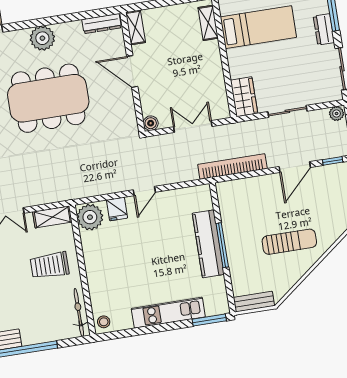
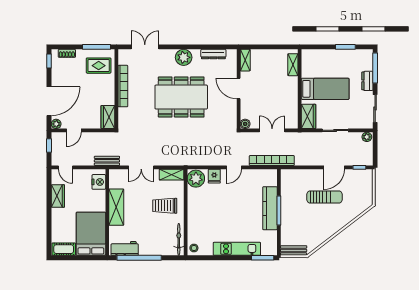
dresser: (102, 24) -> (213, 54), moved
bed: (258, 27) -> (325, 89), moved
bookcase: (232, 166) -> (272, 161), moved
sun lounger: (289, 242) -> (325, 197), moved

